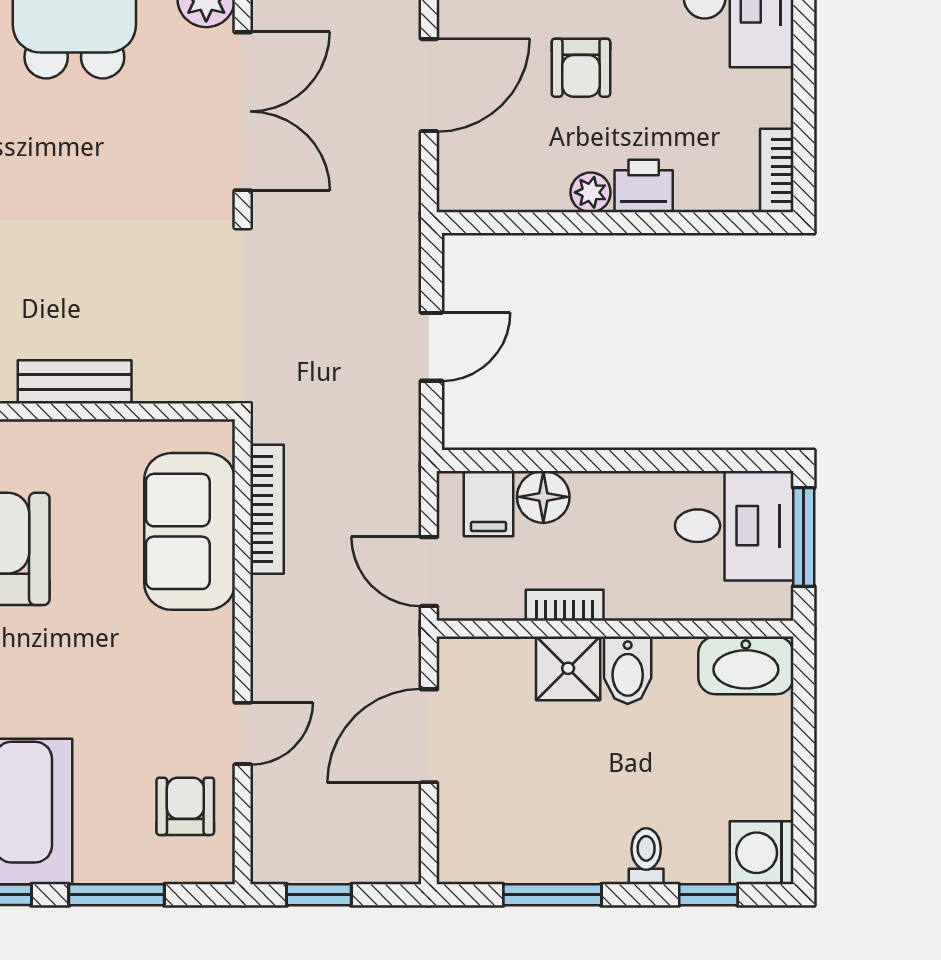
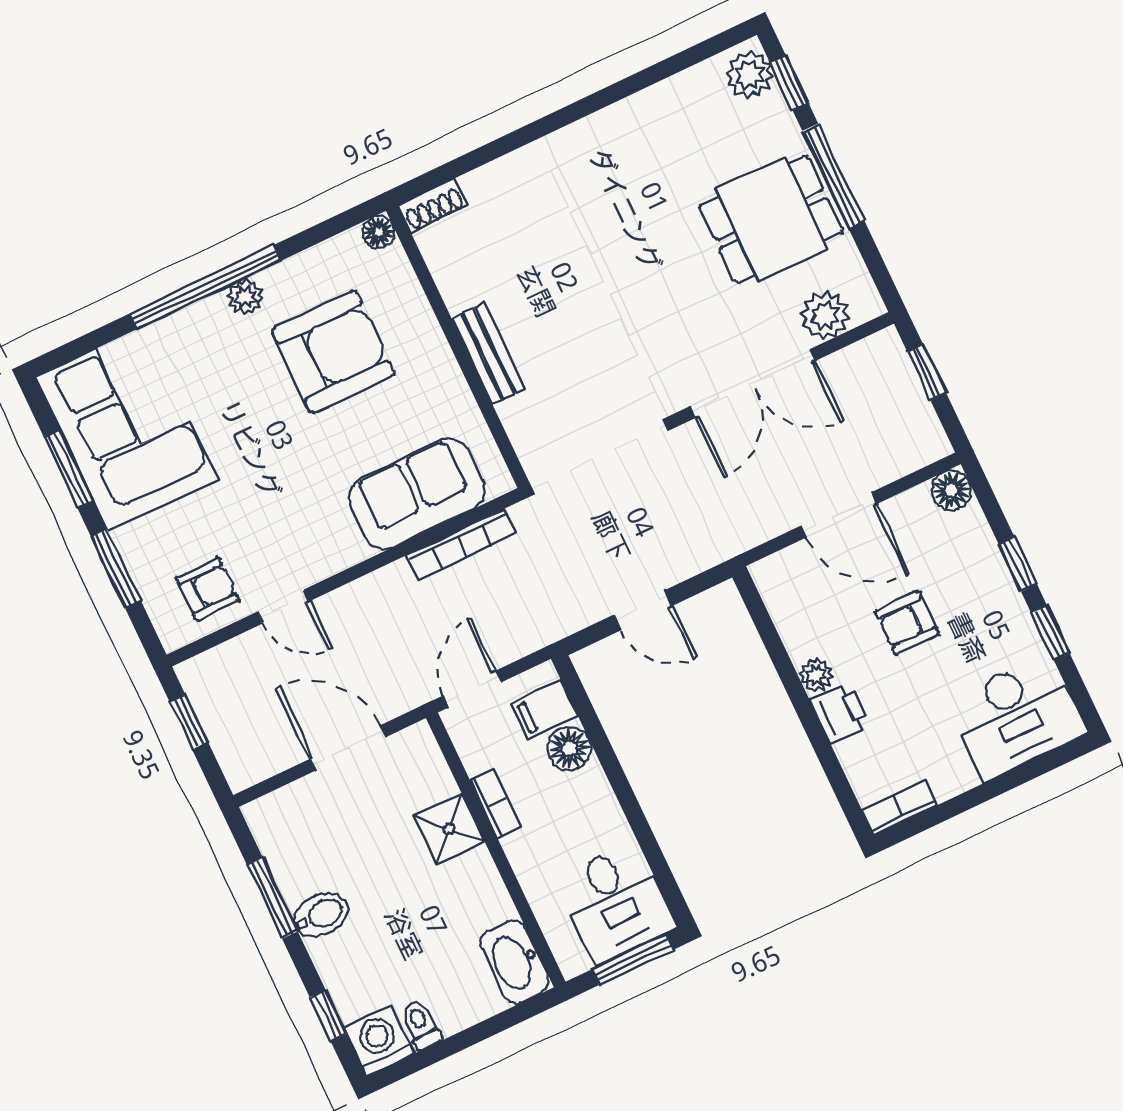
bidet: (628, 670) -> (321, 915), moved, turned 180
toilet: (646, 856) -> (421, 1025), moved, turned -90

